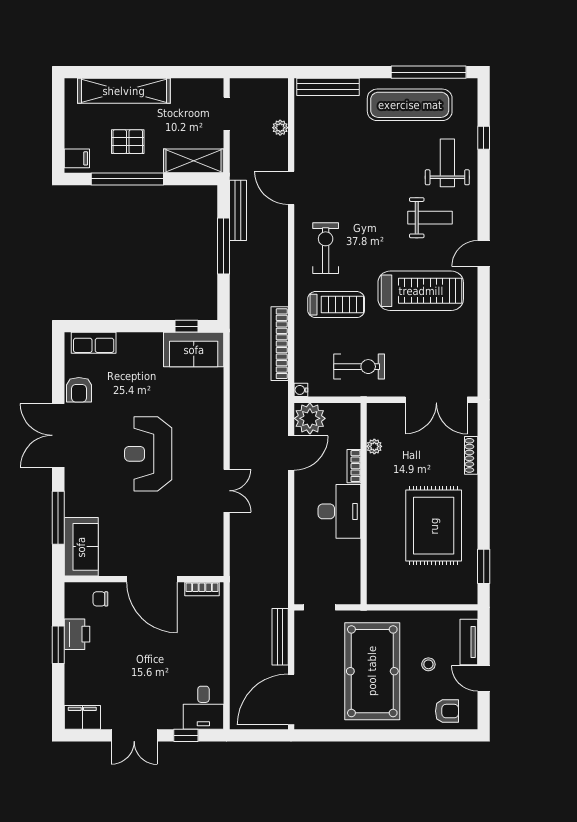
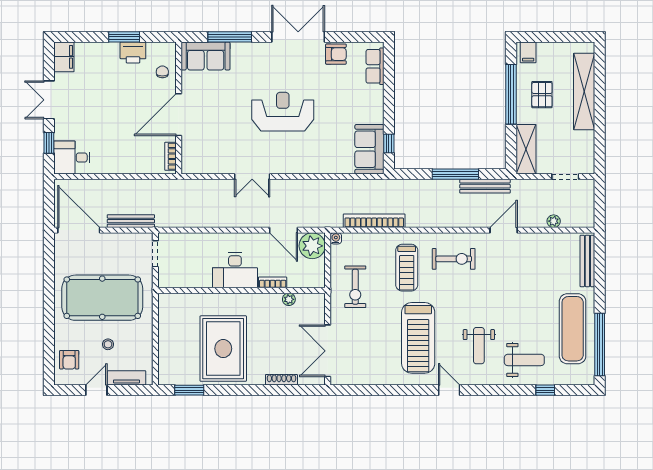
armchair: (79, 390) -> (336, 54), turned 180
rug: (434, 526) -> (223, 349), turned 90

